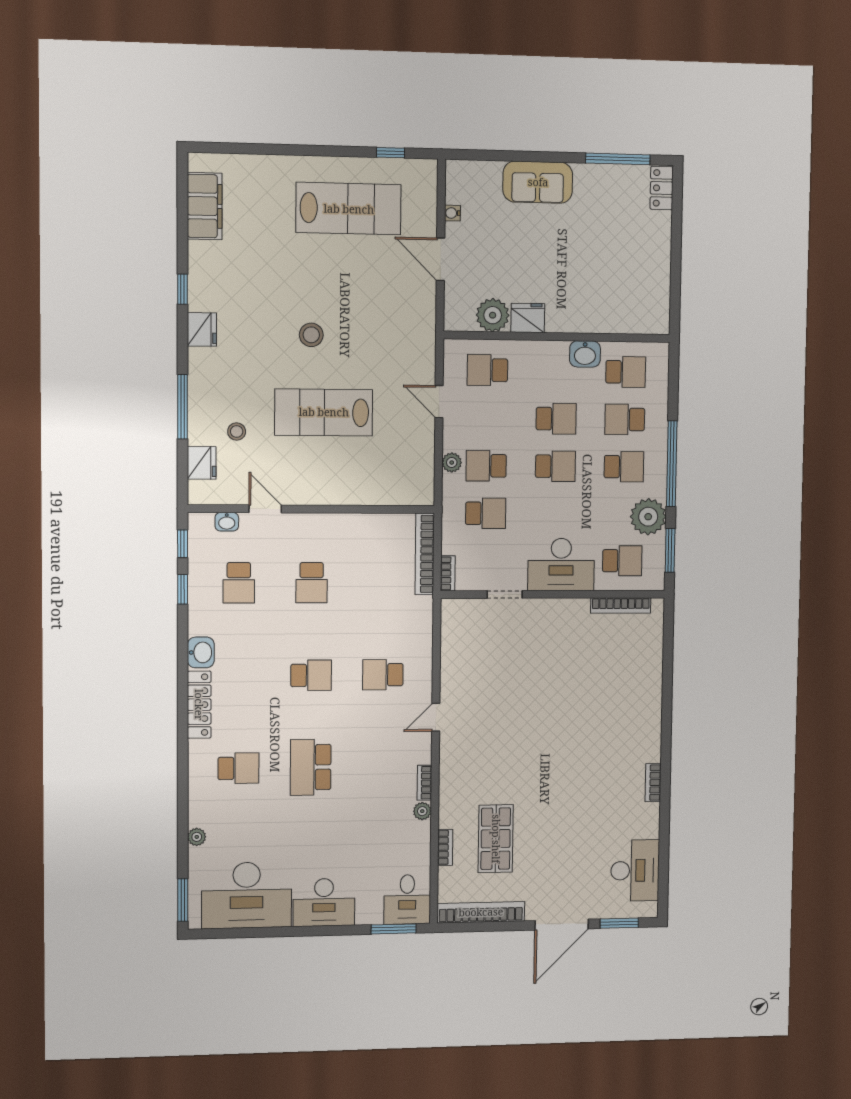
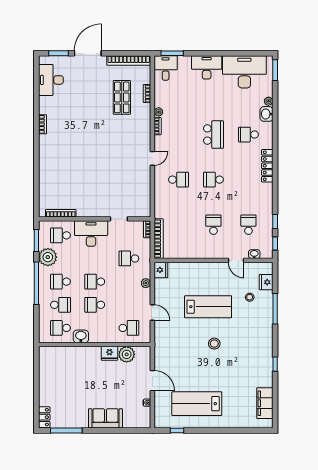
fridge: (202, 329) -> (161, 270), moved, turned 180
school desk: (486, 466) -> (129, 282), removed
washbasin: (201, 652) -> (267, 114), moved

